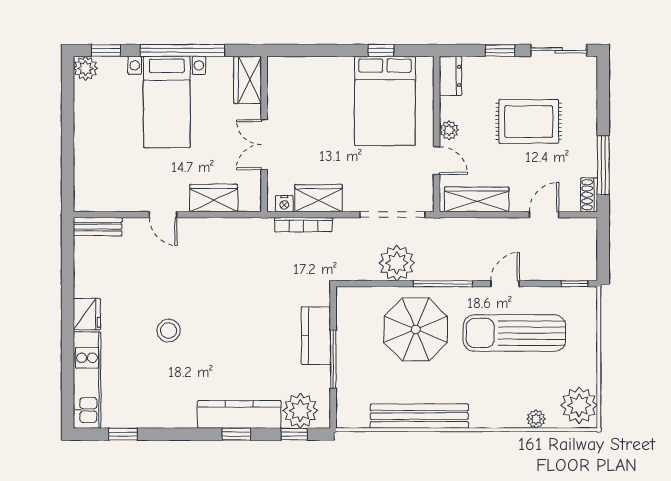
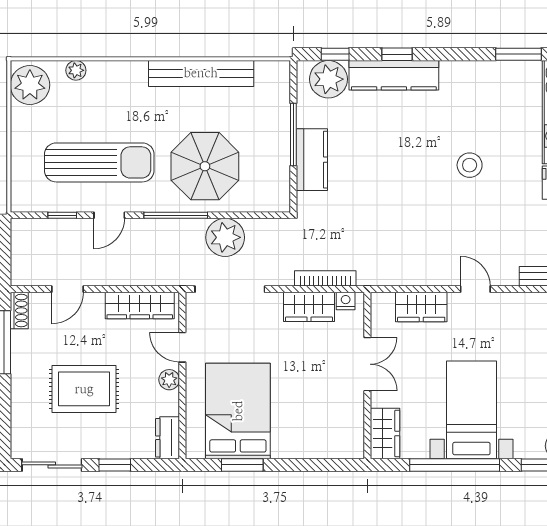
window: (381, 50) -> (242, 465), width x1.50
window: (575, 284) -> (62, 215), moved
window: (123, 434) -> (518, 54), width x1.50

